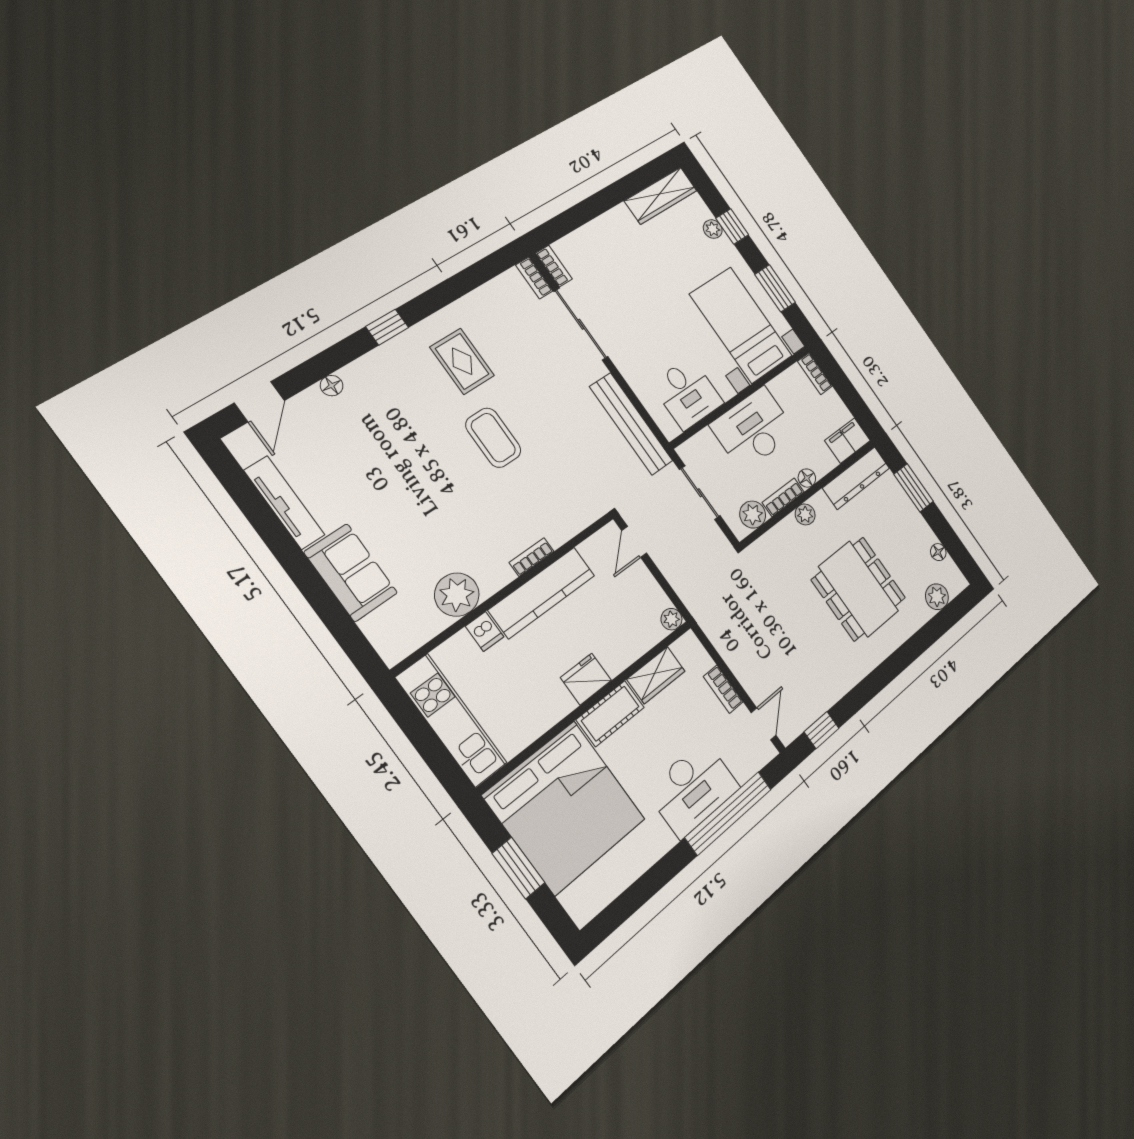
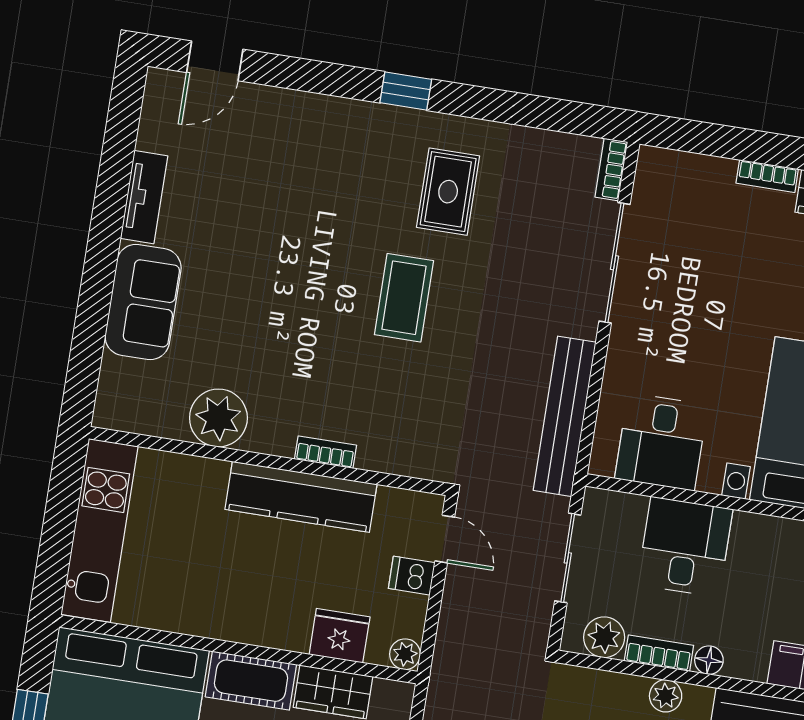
bookcase: (554, 266) -> (767, 176), moved, turned 90
floor lamp: (332, 386) -> (296, 104), removed
desk: (753, 429) -> (685, 547), width x0.73
tv unit: (284, 503) -> (144, 197), width x0.71
door: (634, 542) -> (445, 539), swing flipped
dishwasher: (485, 632) -> (412, 576), moved, turned 90
fridge: (586, 679) -> (340, 636), moved

